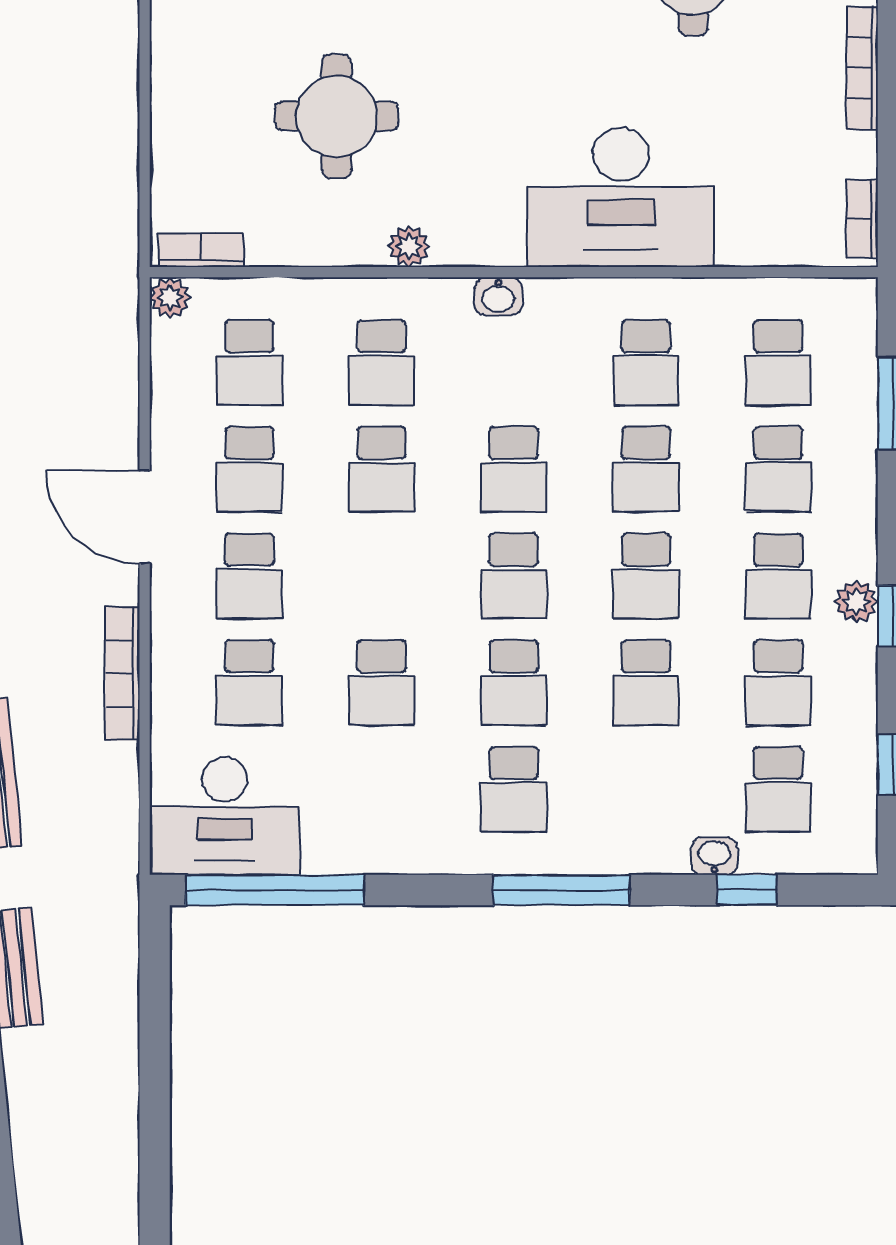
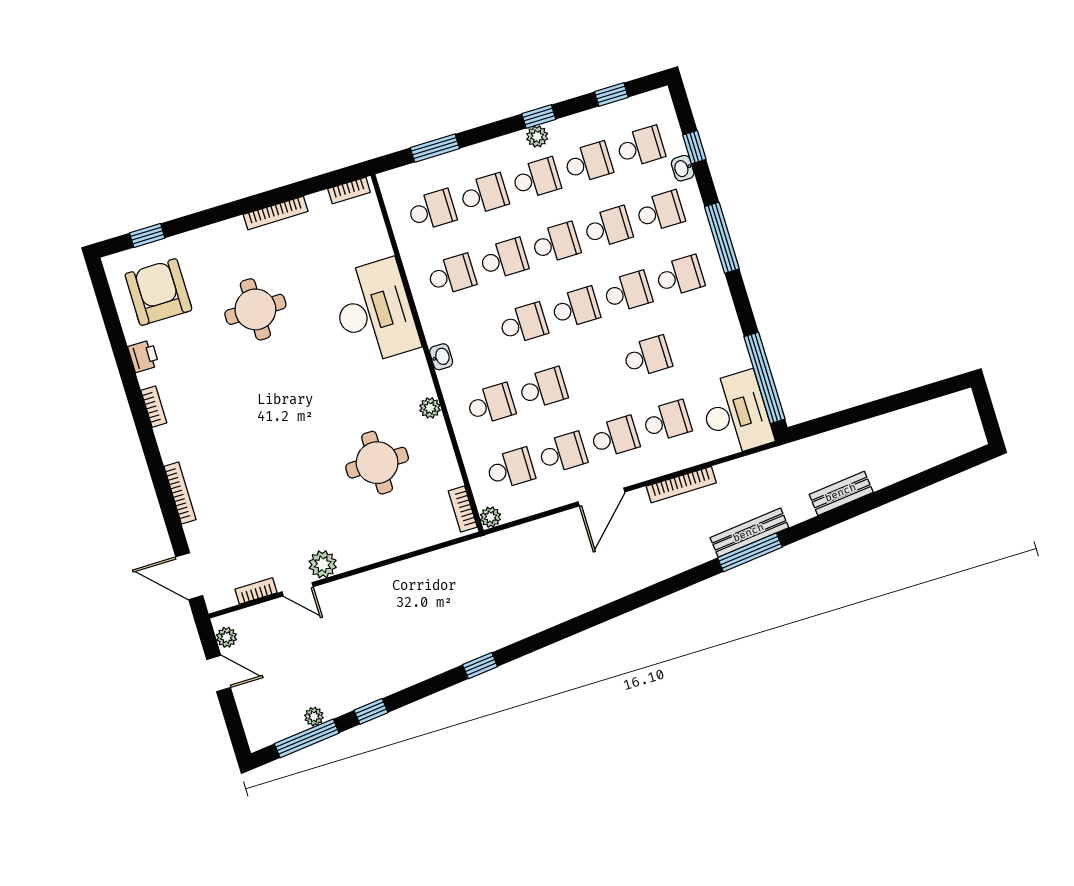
school desk: (646, 789) -> (660, 211), added

